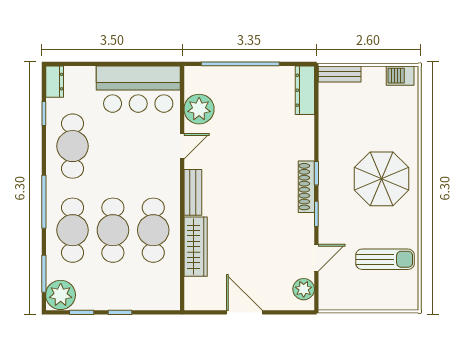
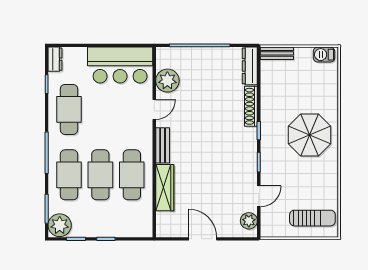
shoe rack: (306, 187) -> (251, 106), moved
sun lounger: (385, 259) -> (312, 218), moved

